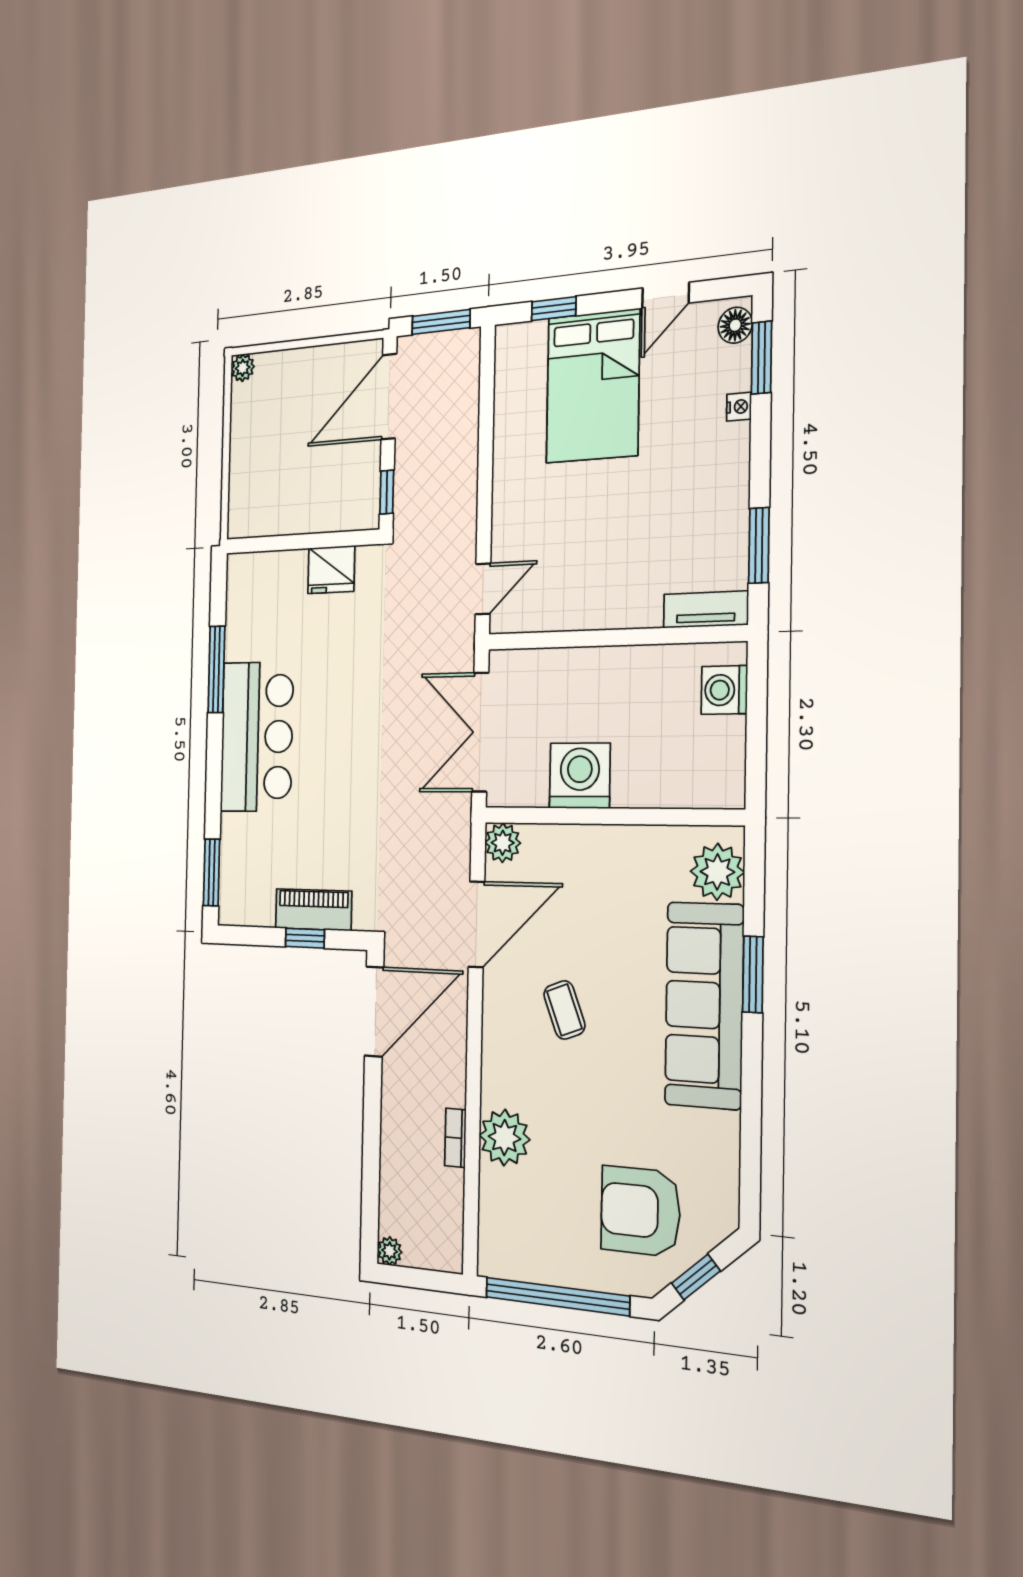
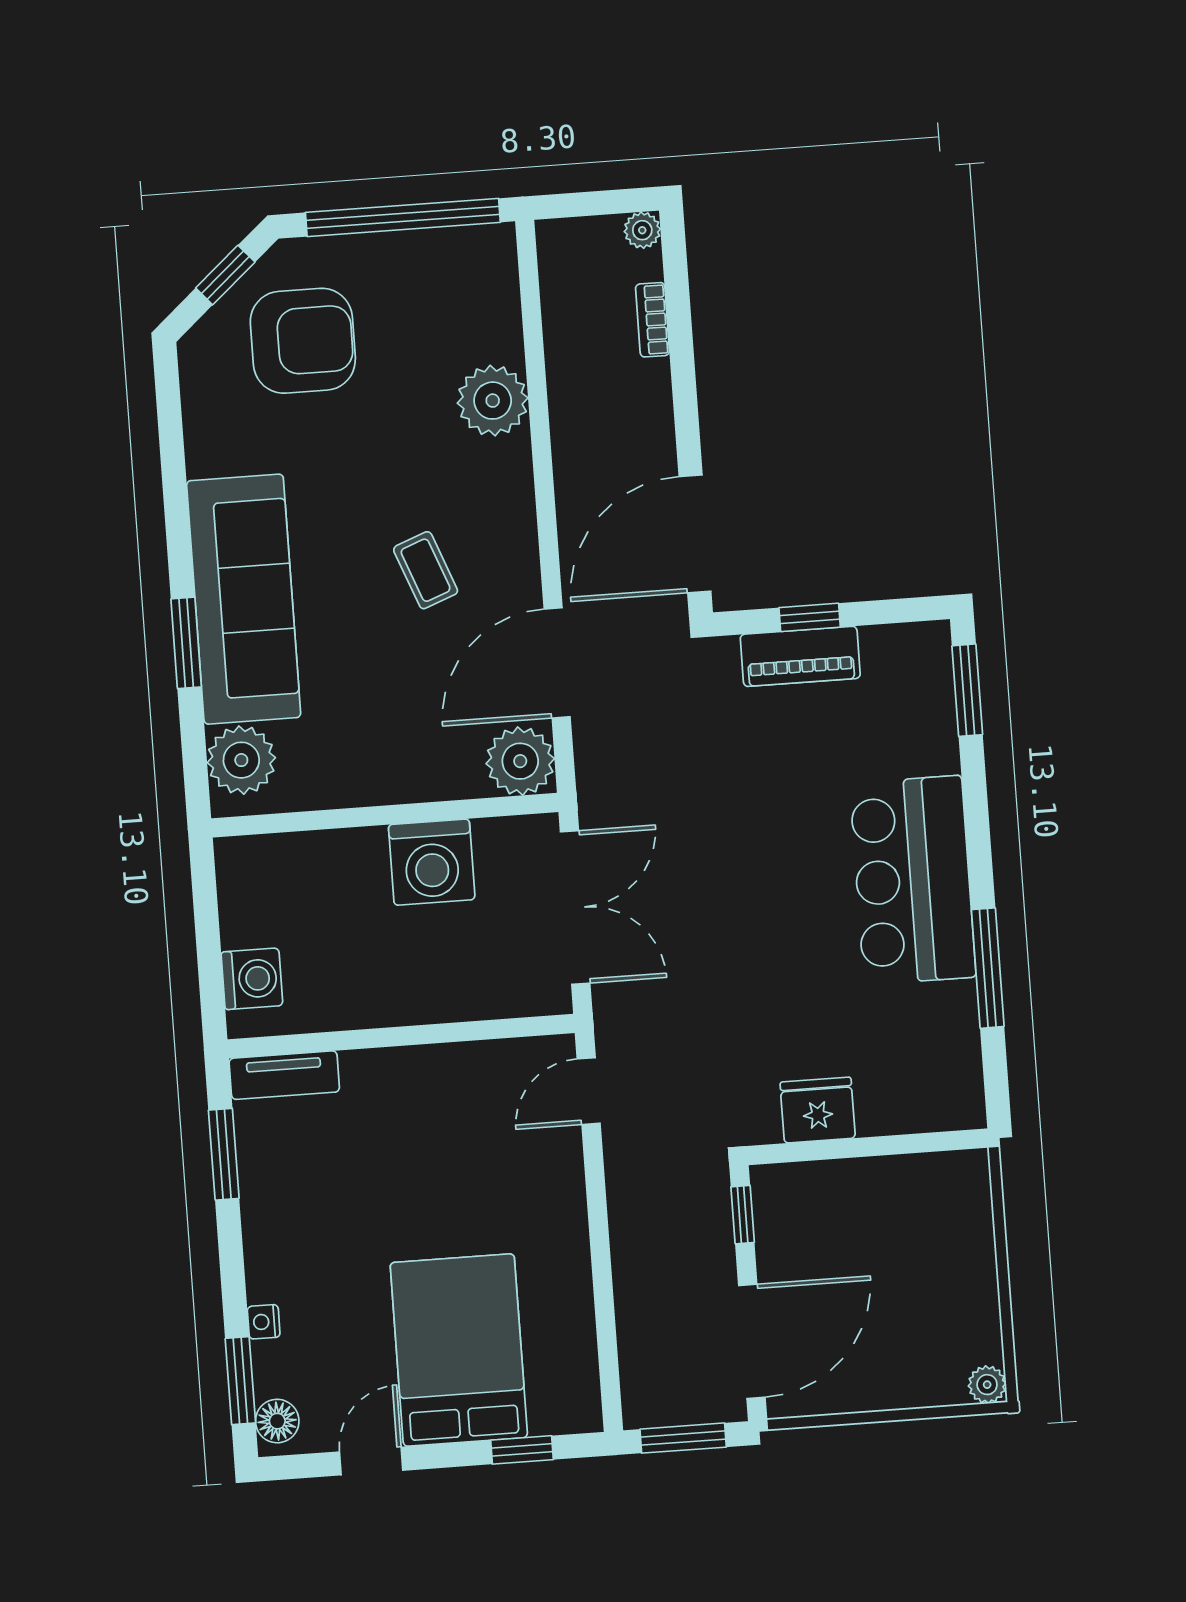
plant: (503, 843) -> (520, 761), width x1.36, depth x1.36
bookcase: (455, 1138) -> (653, 320), moved, turned 180

